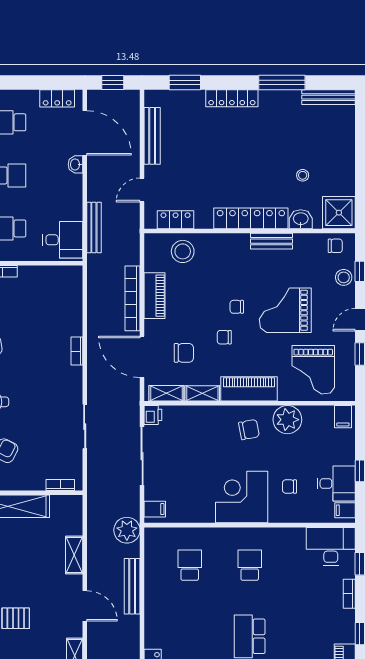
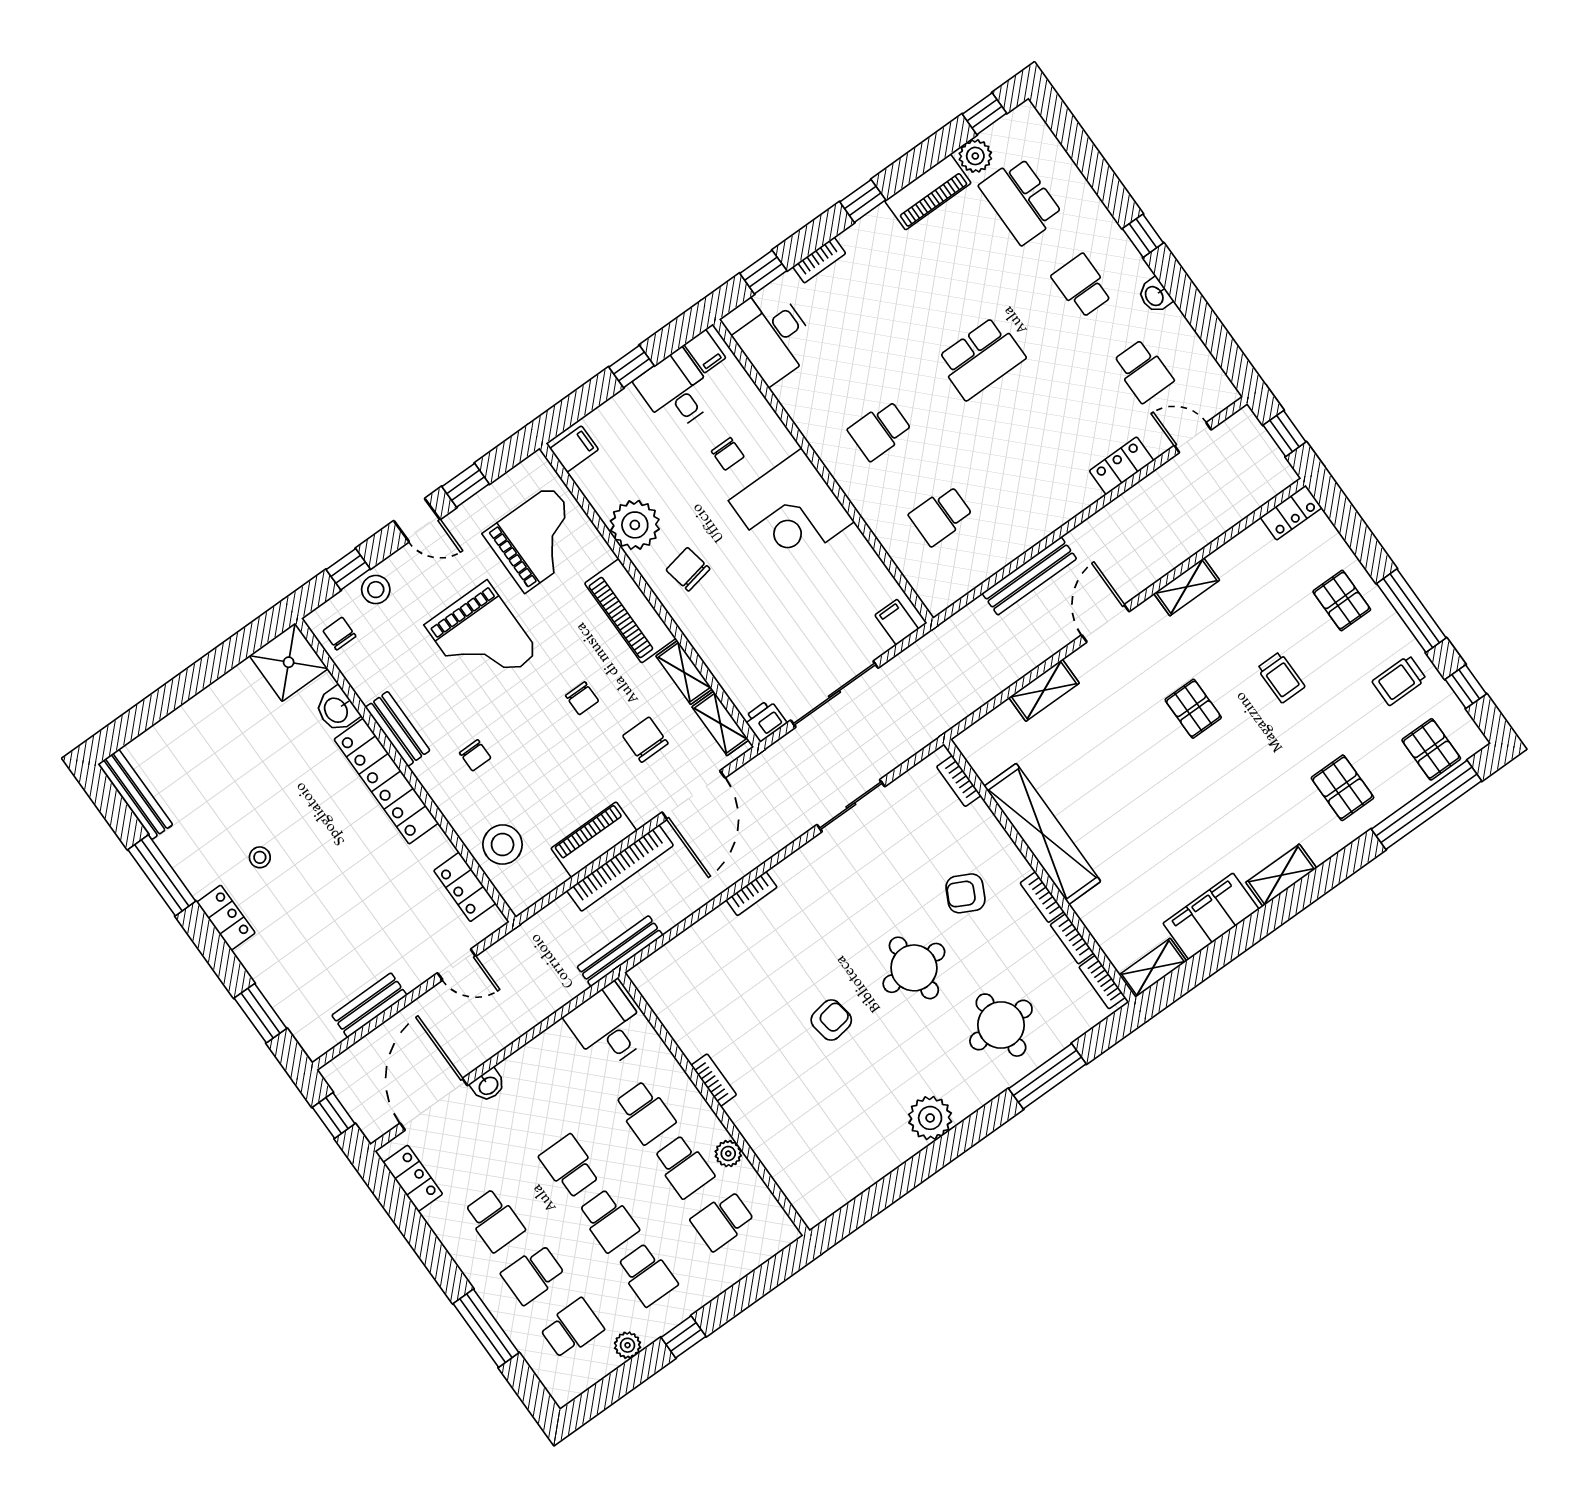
locker: (232, 98) -> (226, 918), width x0.66
bench: (152, 136) -> (369, 1005), width x0.73
stool: (303, 175) -> (260, 857), moved
bench: (94, 228) -> (620, 951), moved
chair: (237, 307) -> (475, 755), moved
plant: (127, 530) -> (955, 640), removed

